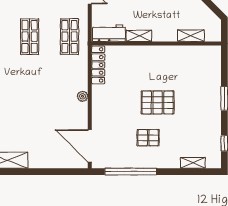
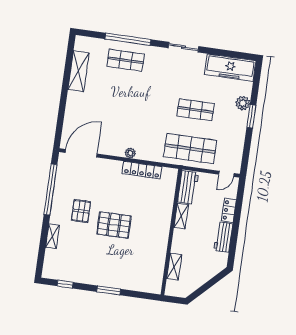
shop shelf: (70, 37) -> (190, 149), width x1.43, depth x1.36
locker: (98, 65) -> (142, 170), moved
pallet: (158, 102) -> (114, 225), turned 90
shelving: (193, 163) -> (52, 236), moved

